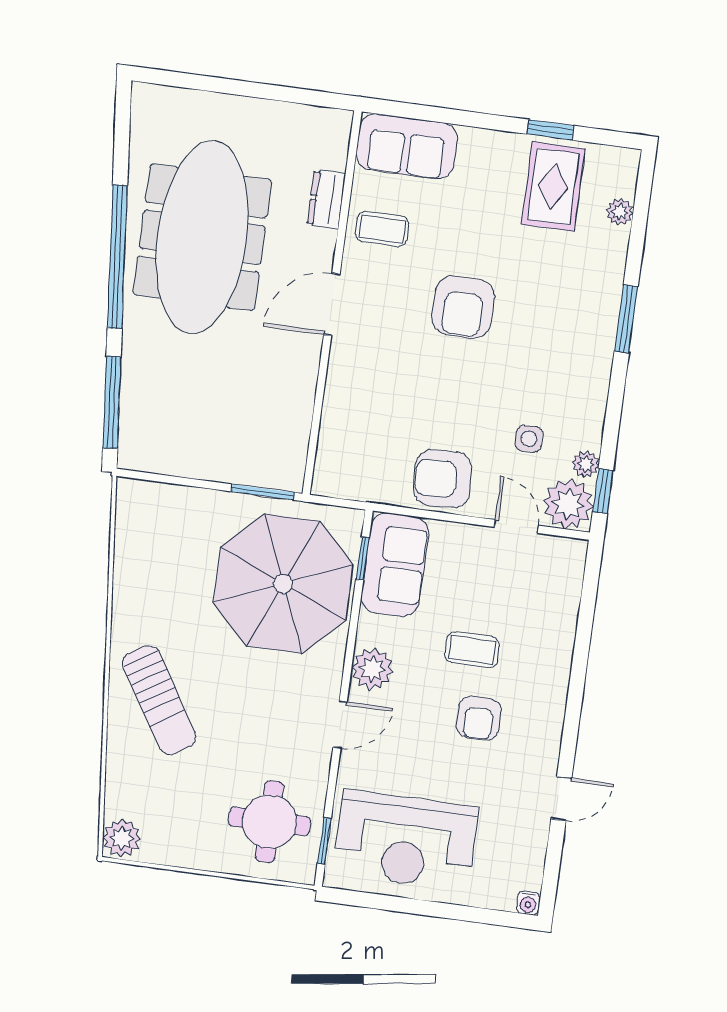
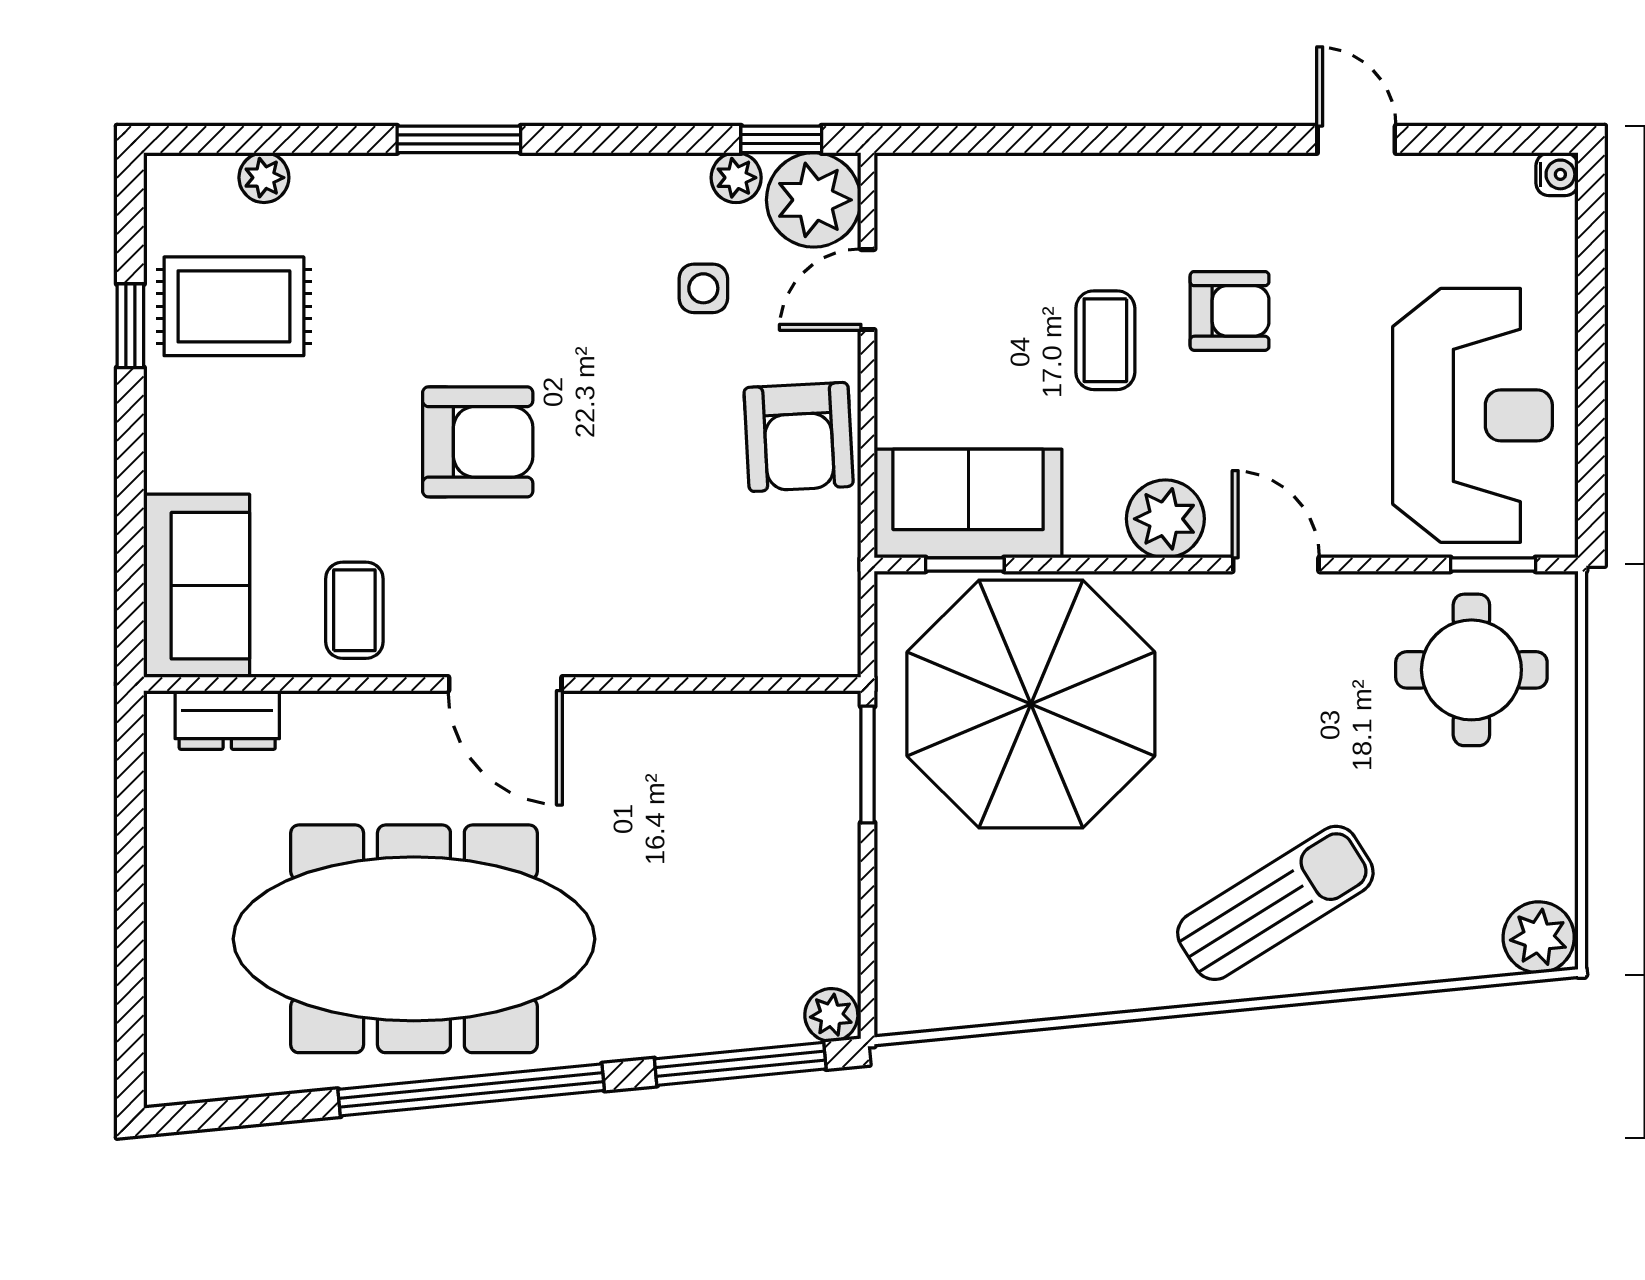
dresser: (326, 199) -> (227, 720), moved
plant: (131, 455) -> (831, 1015), added

